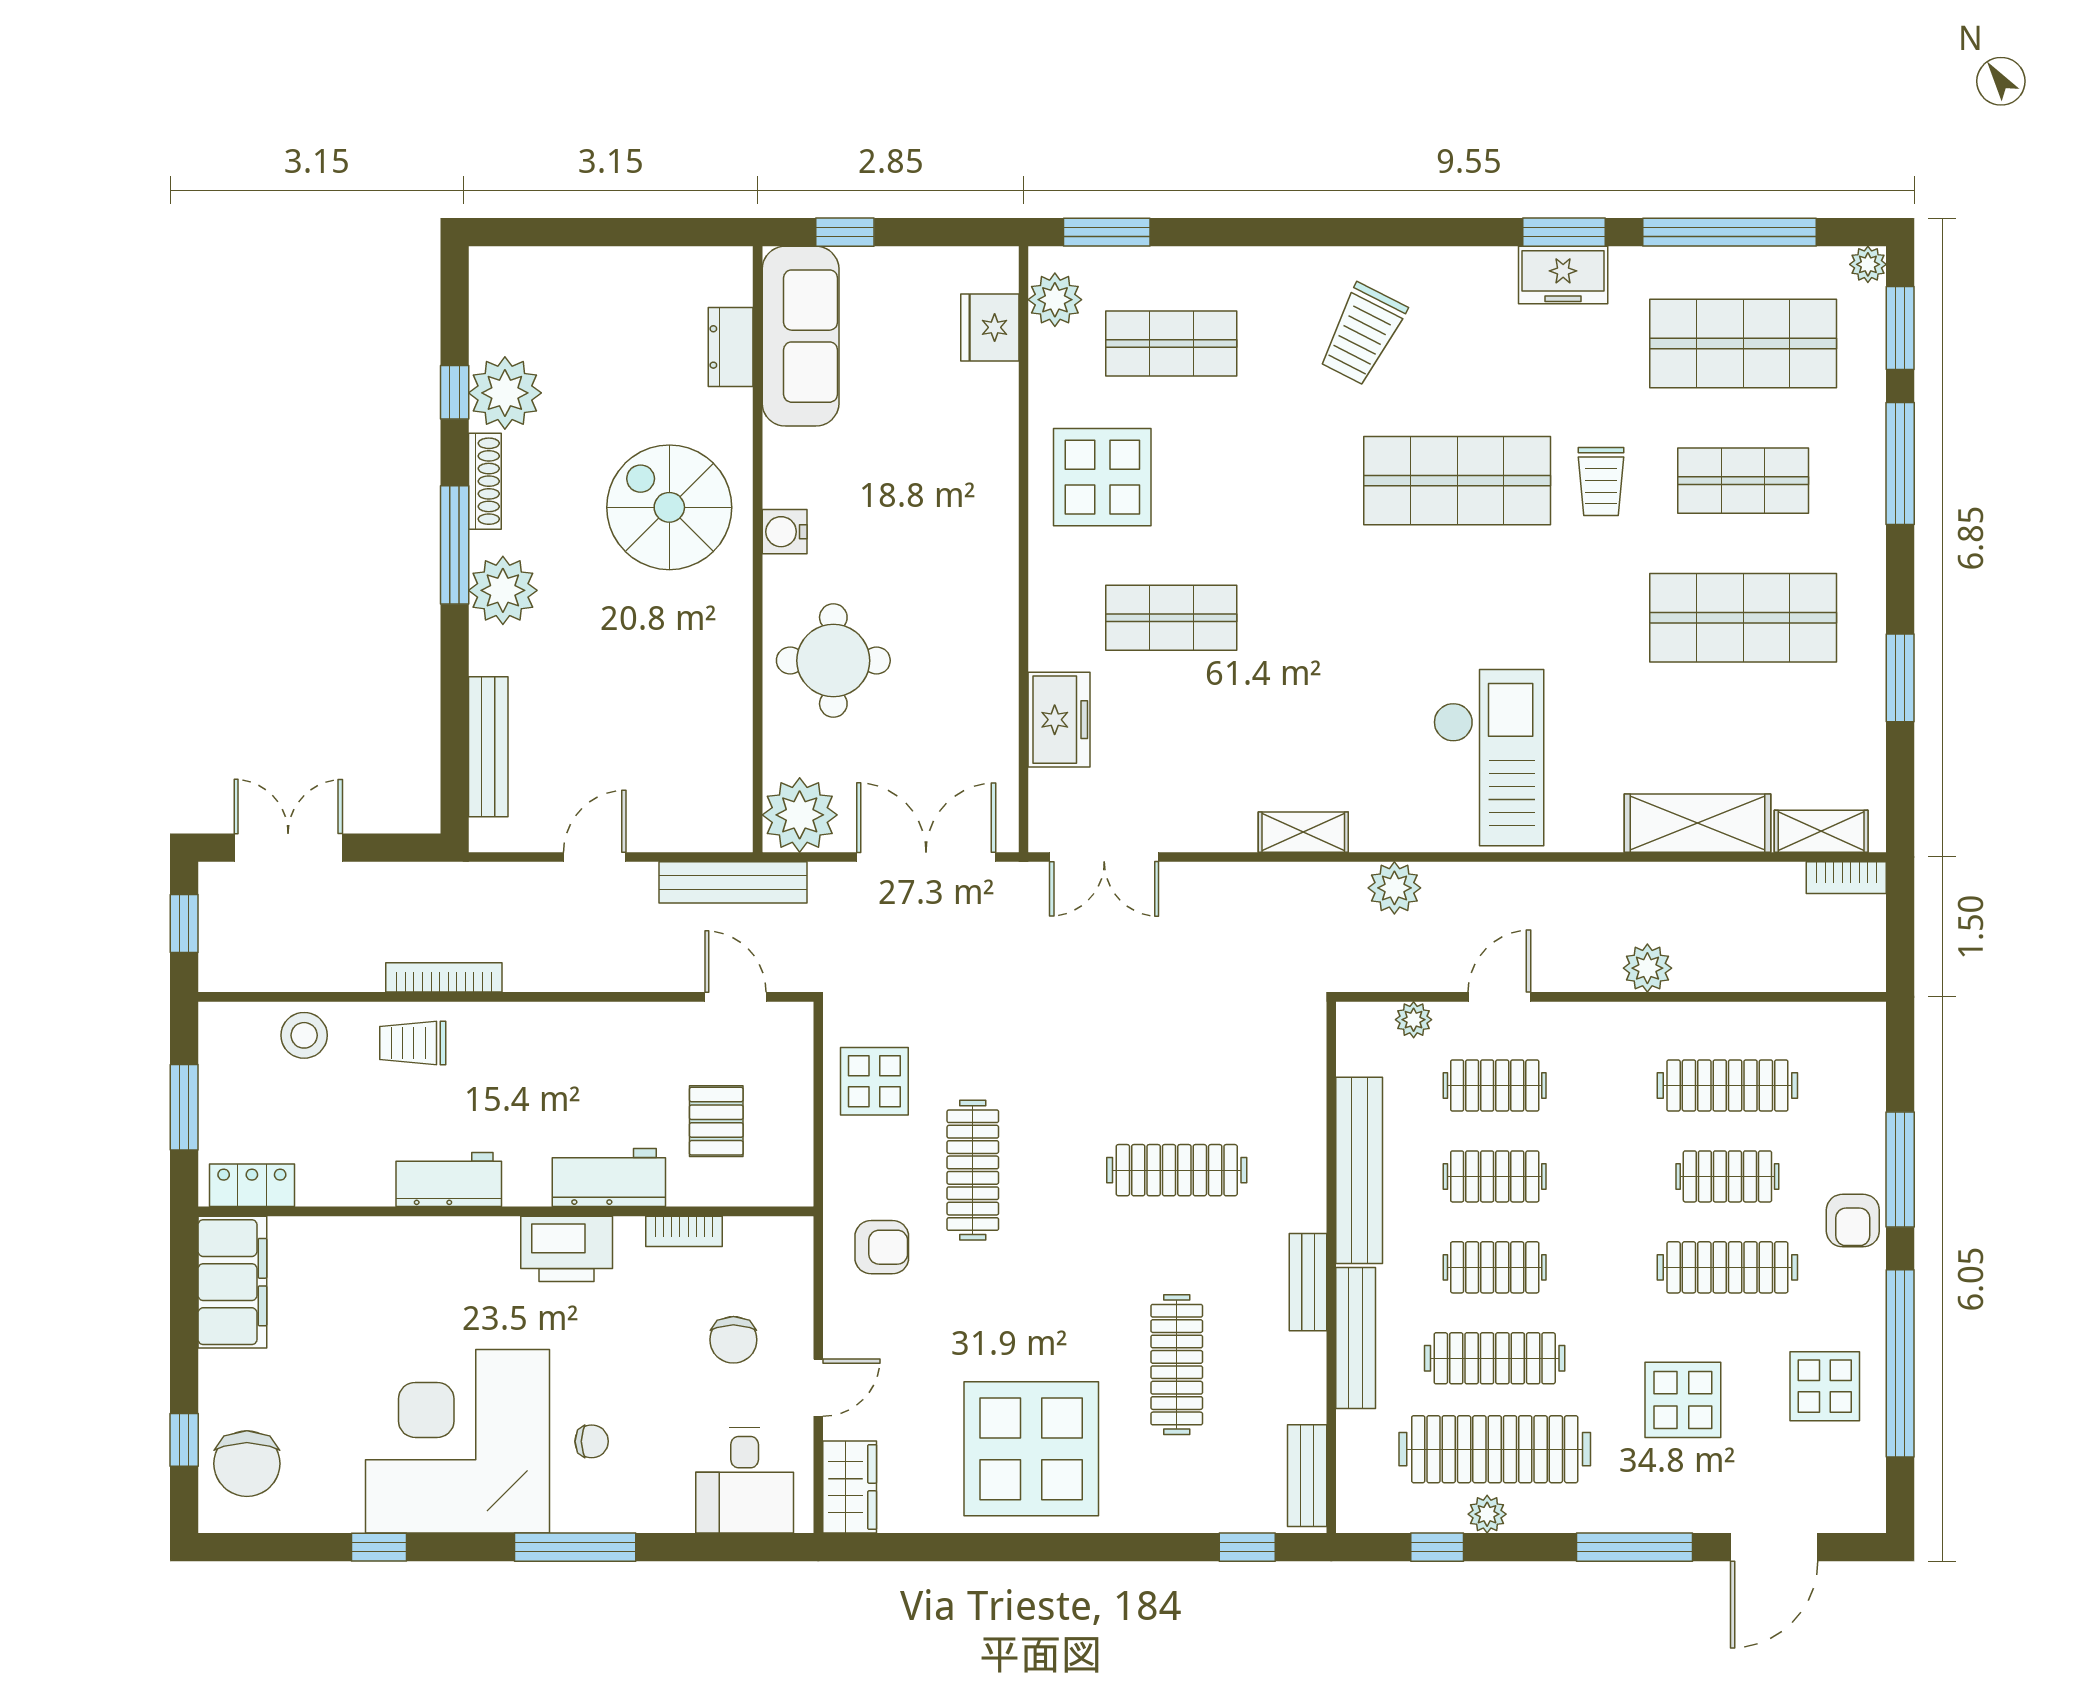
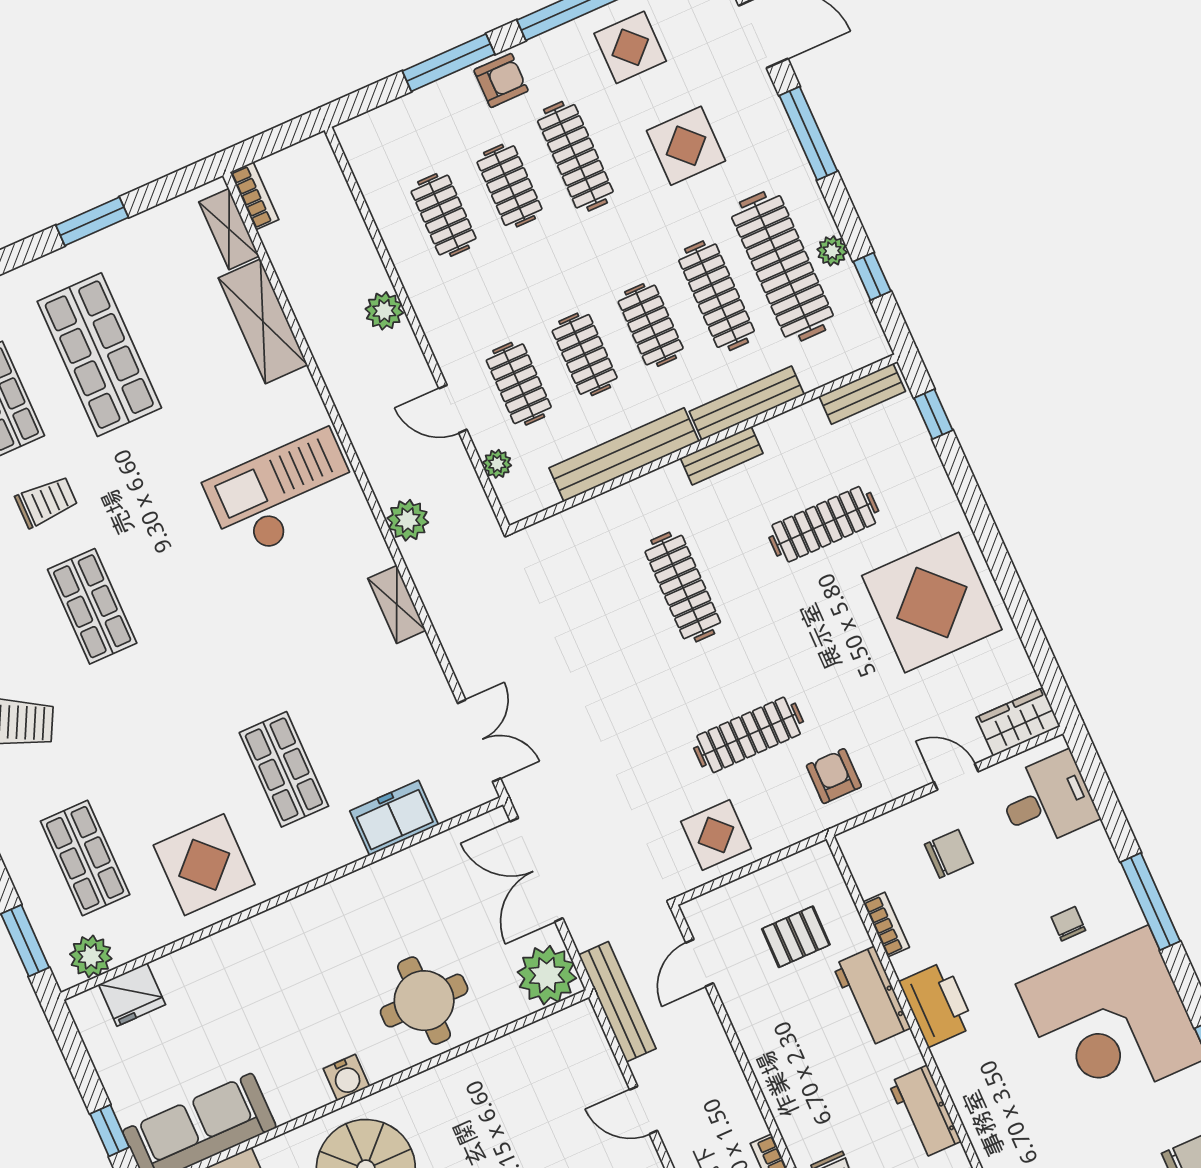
shop shelf: (1457, 481) -> (92, 606), width x0.70, depth x0.74
clothes rail: (1727, 1086) -> (444, 215), width x0.73

